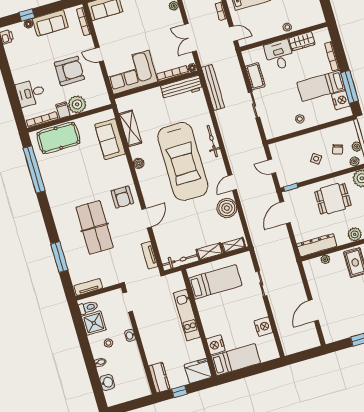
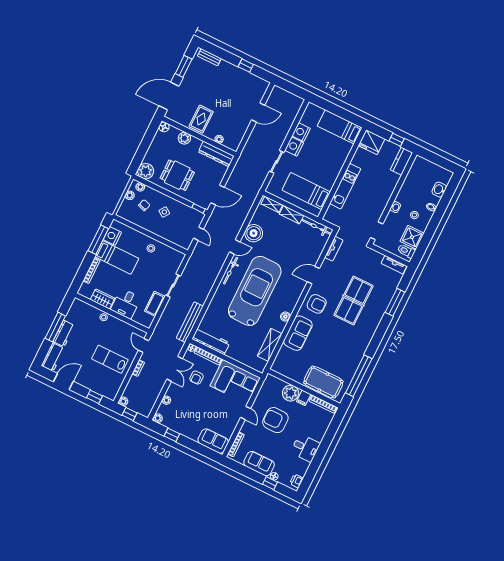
armchair: (166, 47) -> (196, 377), added
desk: (31, 93) -> (305, 448), moved
sofa: (110, 139) -> (298, 333), moved
bicycle: (212, 141) -> (231, 271), moved
armchair: (122, 197) -> (317, 304), turned 90
nightstand: (216, 345) -> (294, 146), moved, turned 180

